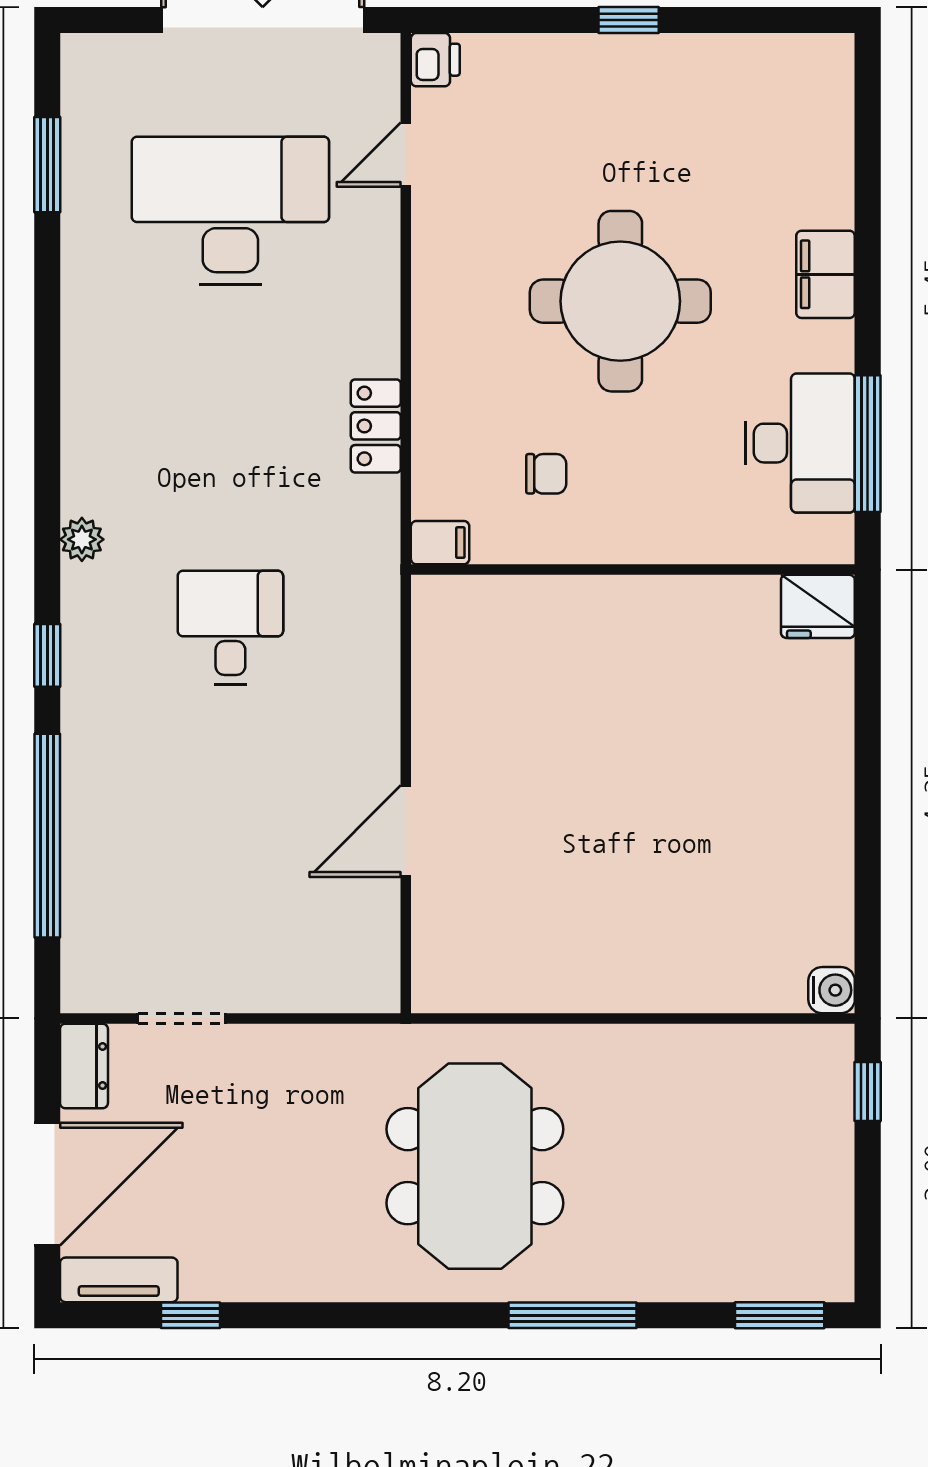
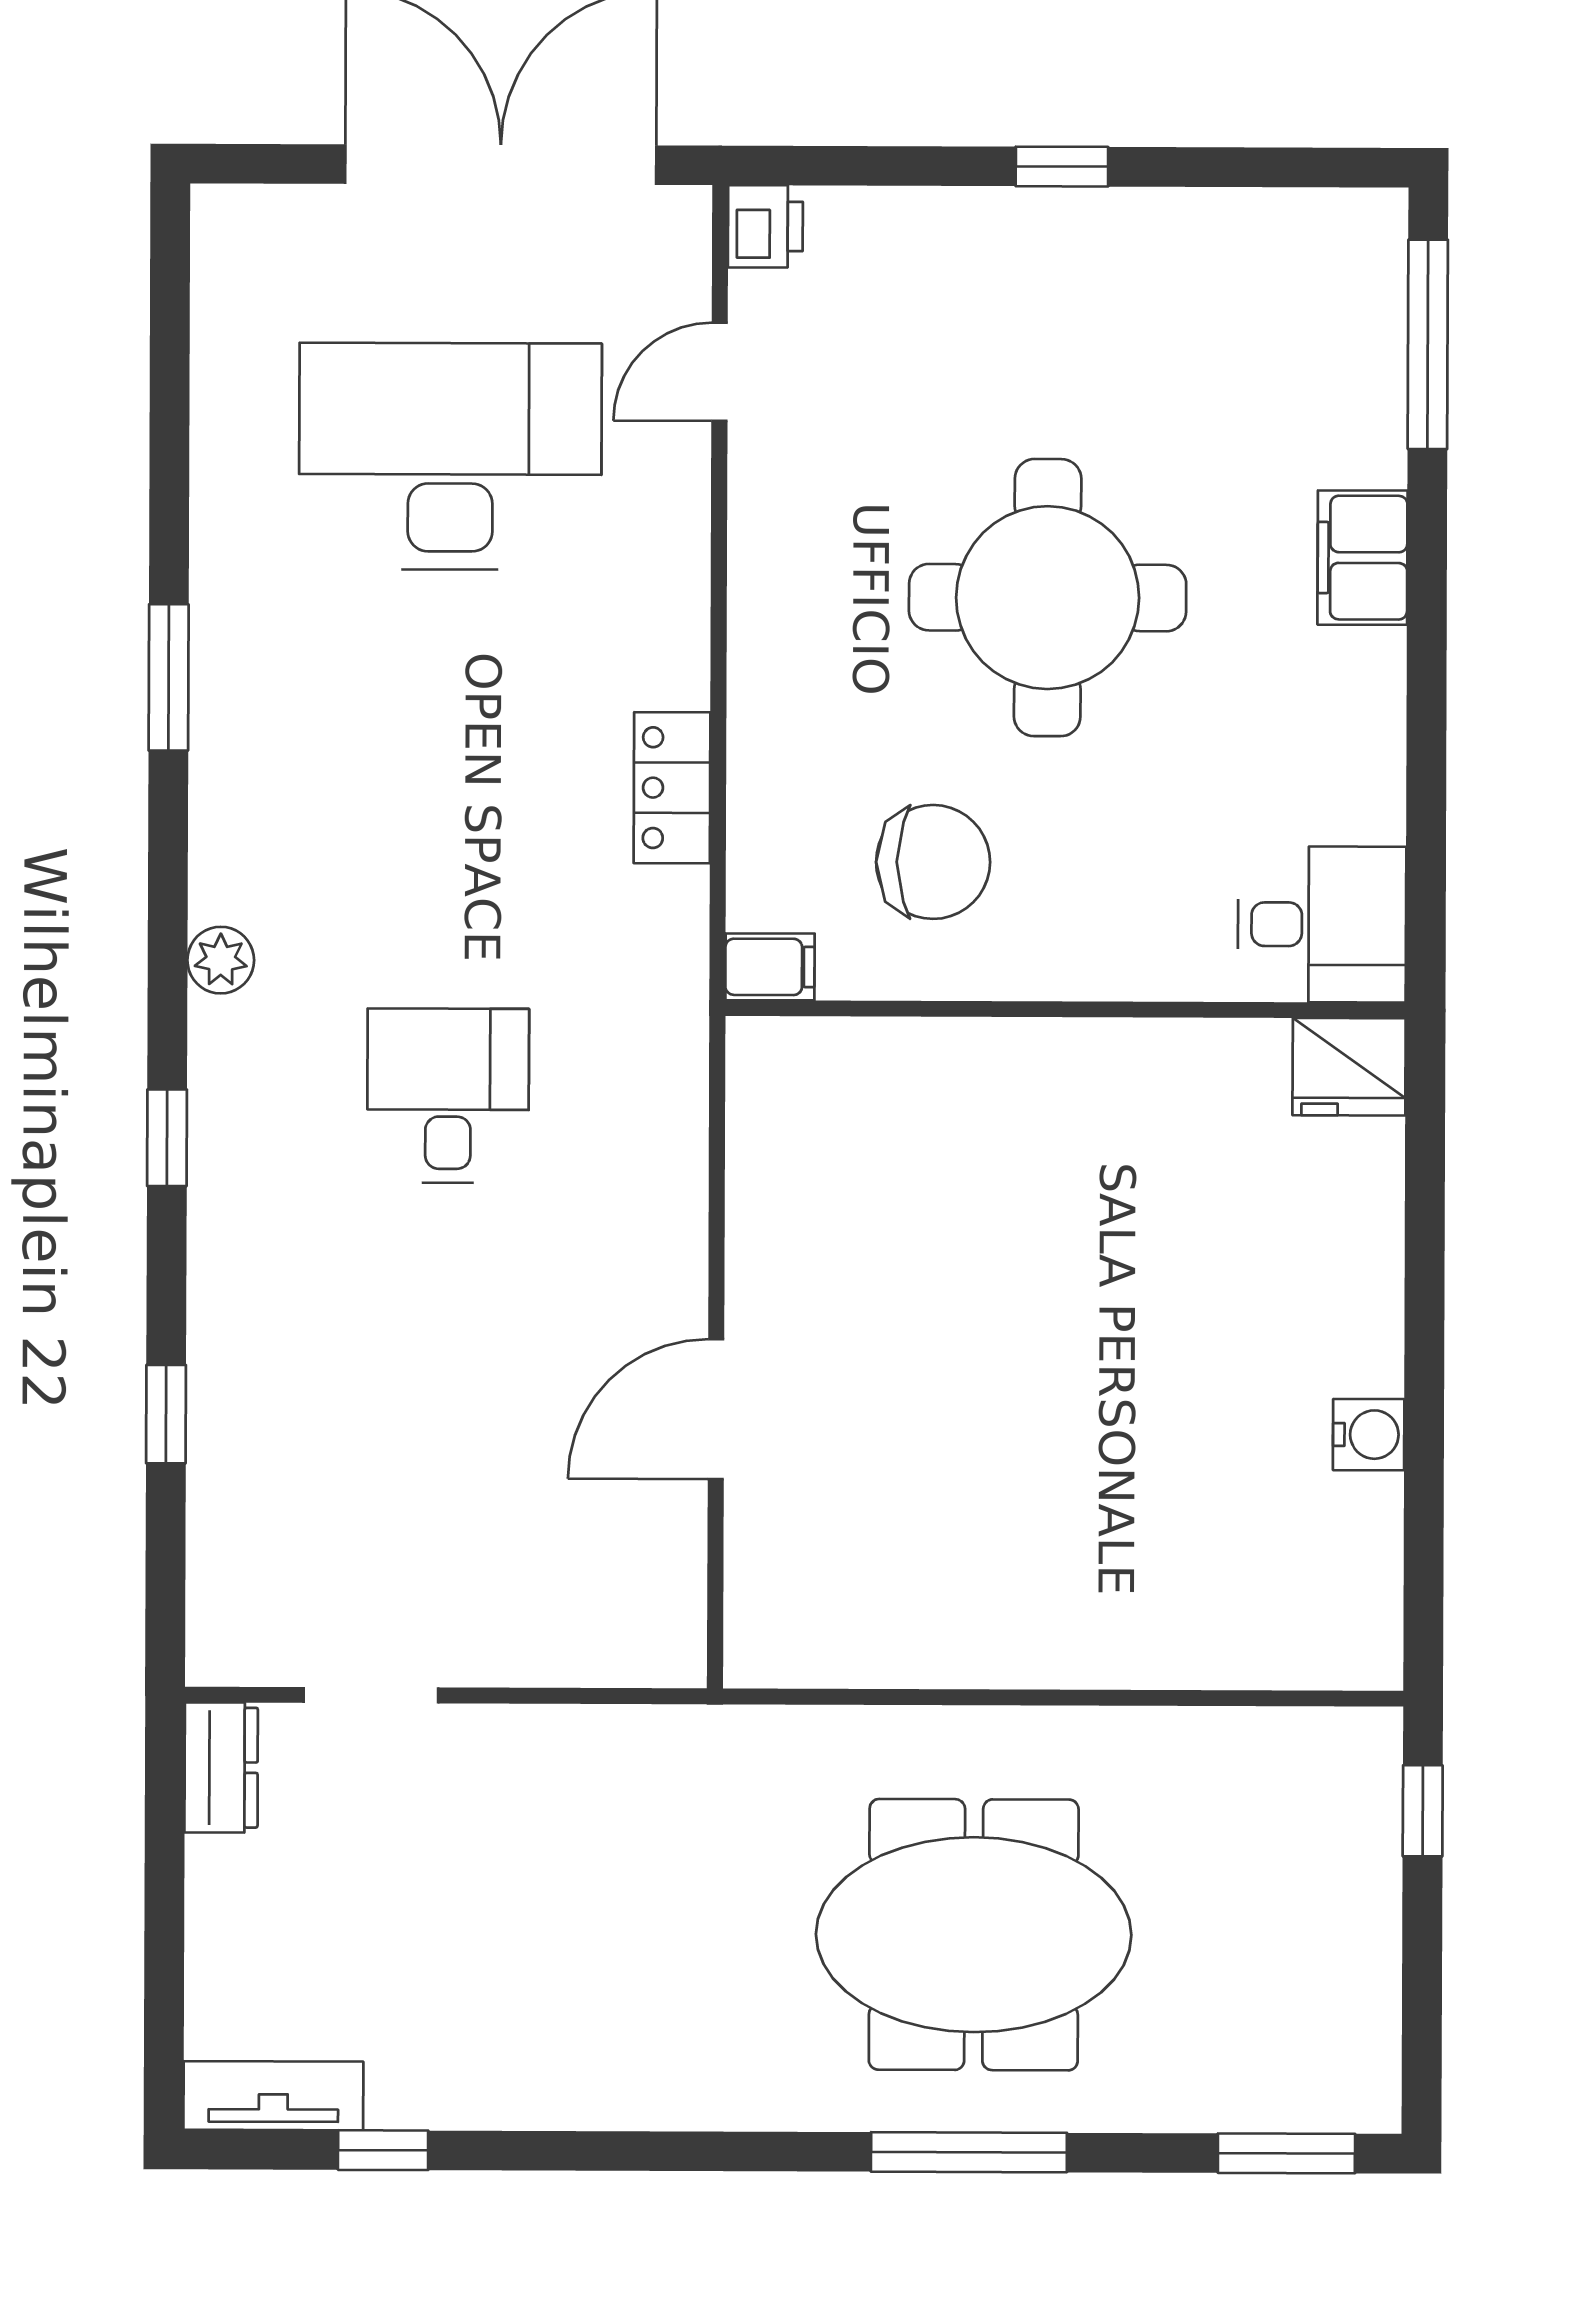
window: (47, 165) -> (169, 677), moved
desk: (800, 443) -> (1322, 924), moved, width x0.73
window: (868, 444) -> (1428, 344), moved
chair: (546, 474) -> (933, 862), width x1.87, depth x1.87
window: (47, 836) -> (166, 1414), width x0.32
water cooler: (832, 990) -> (1369, 1435), moved
meeting table: (475, 1166) -> (974, 1935), moved, turned 90
door: (47, 1184) -> (164, 1949), removed

